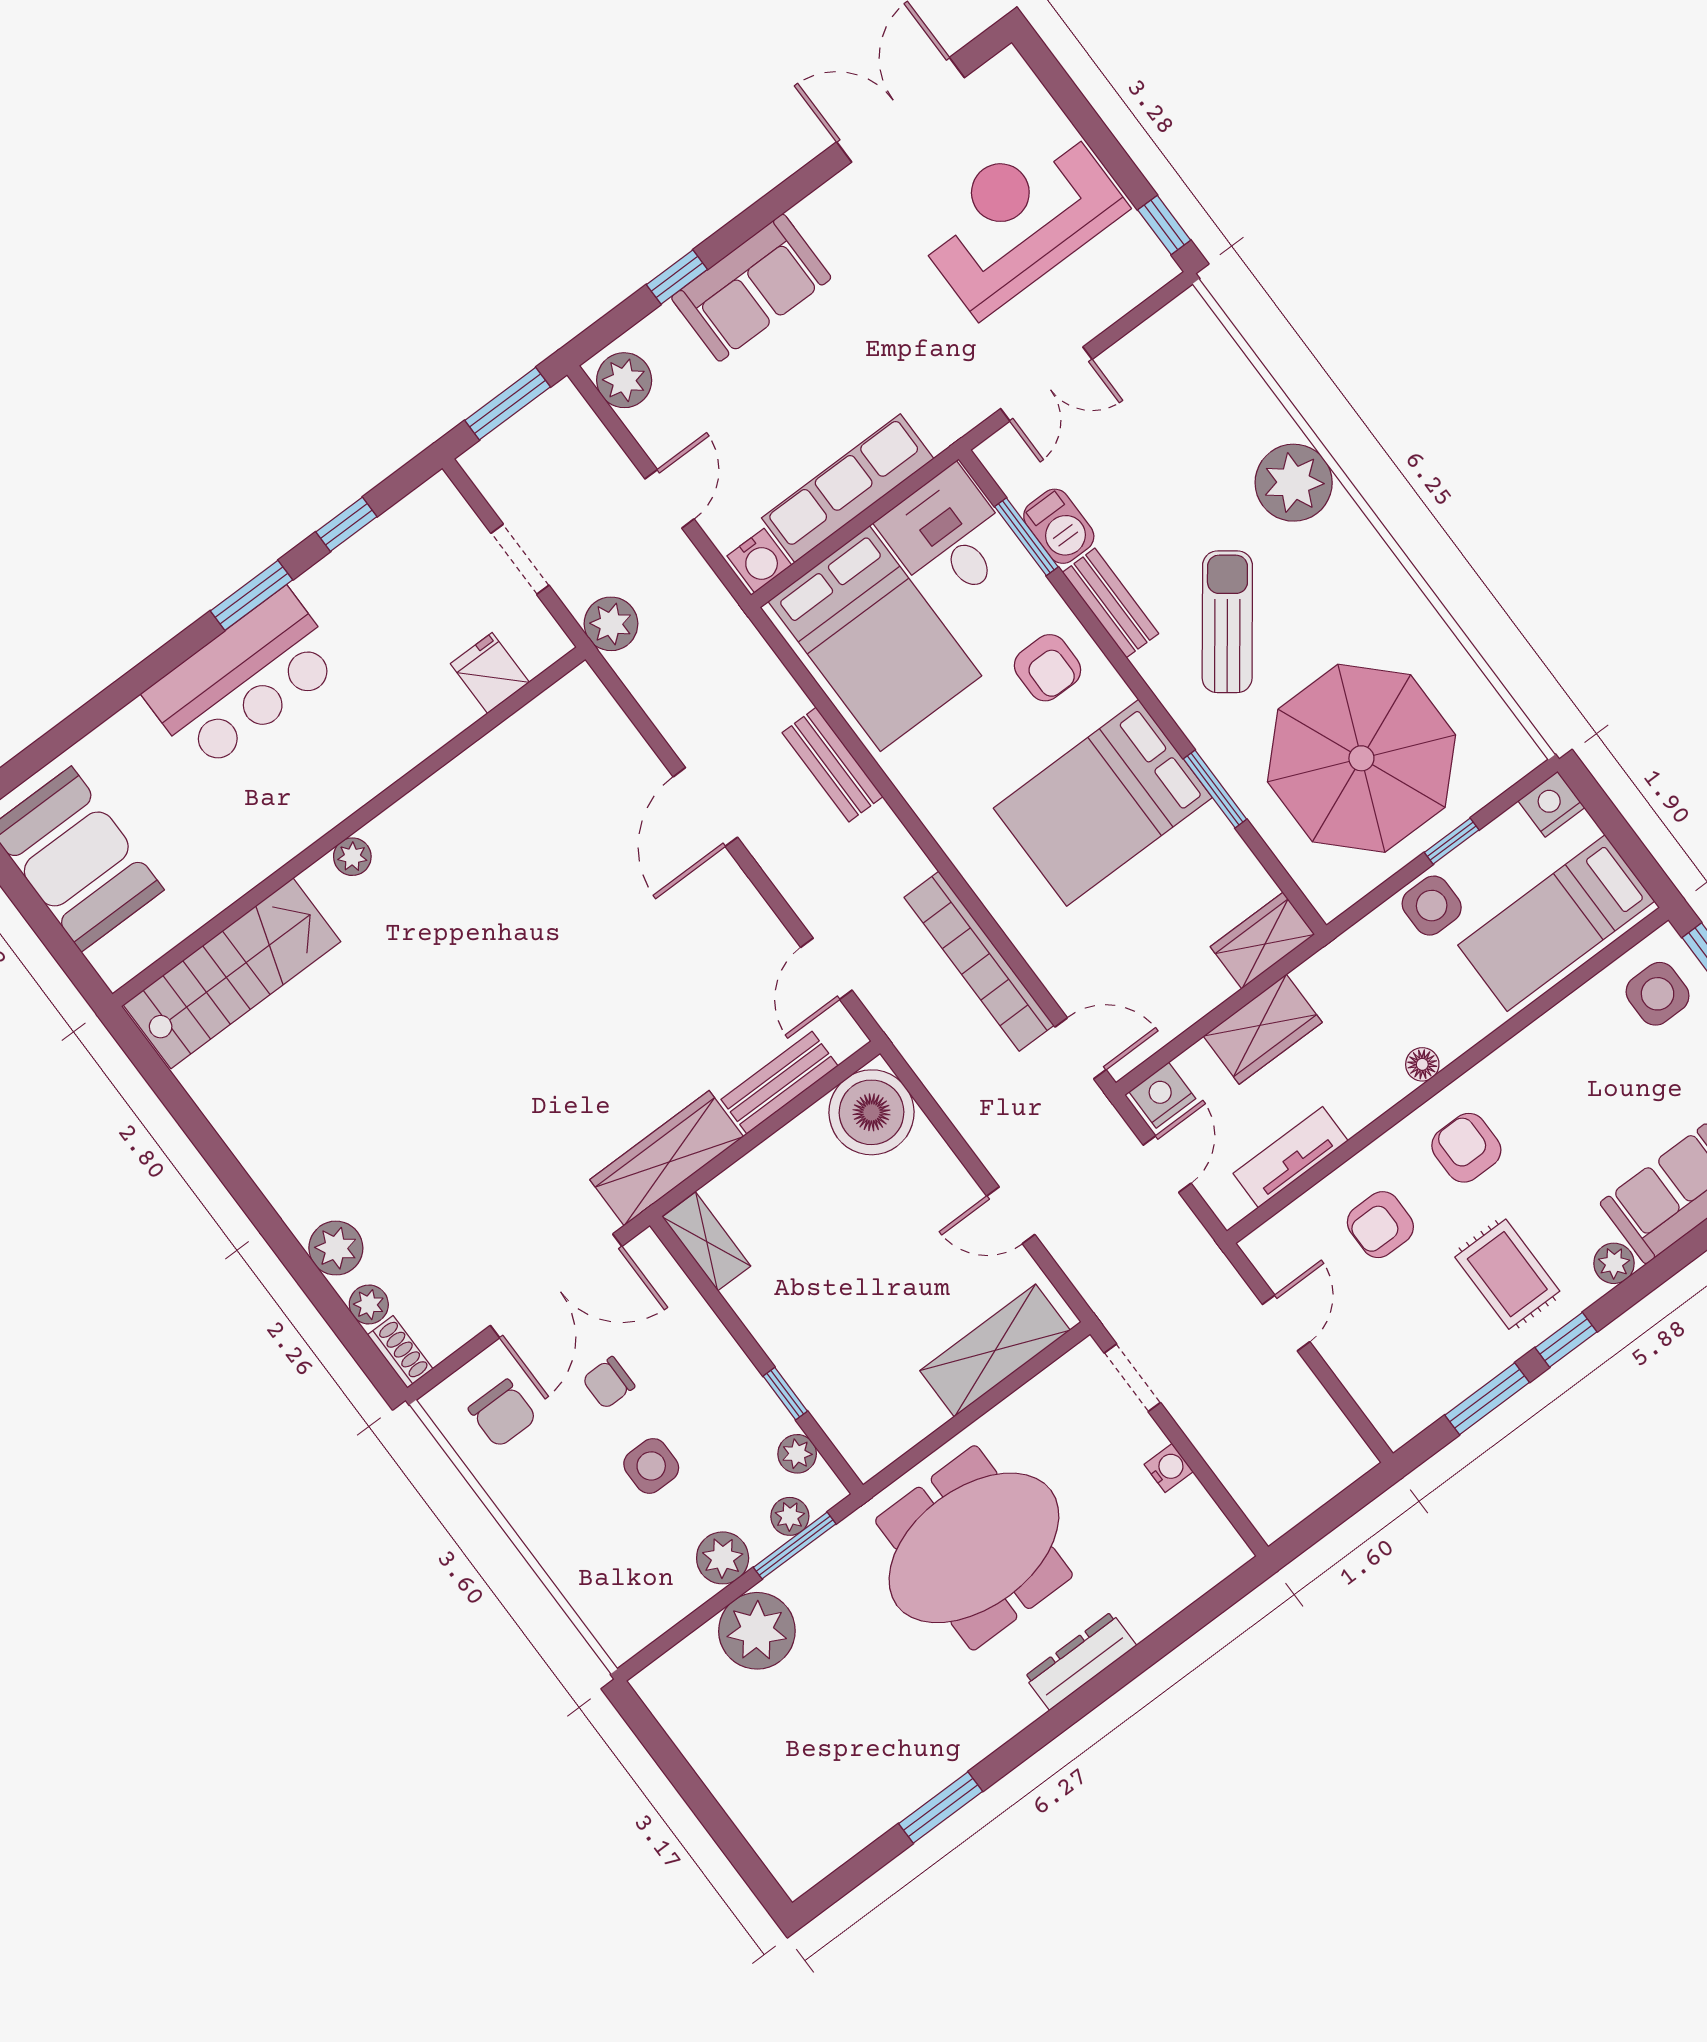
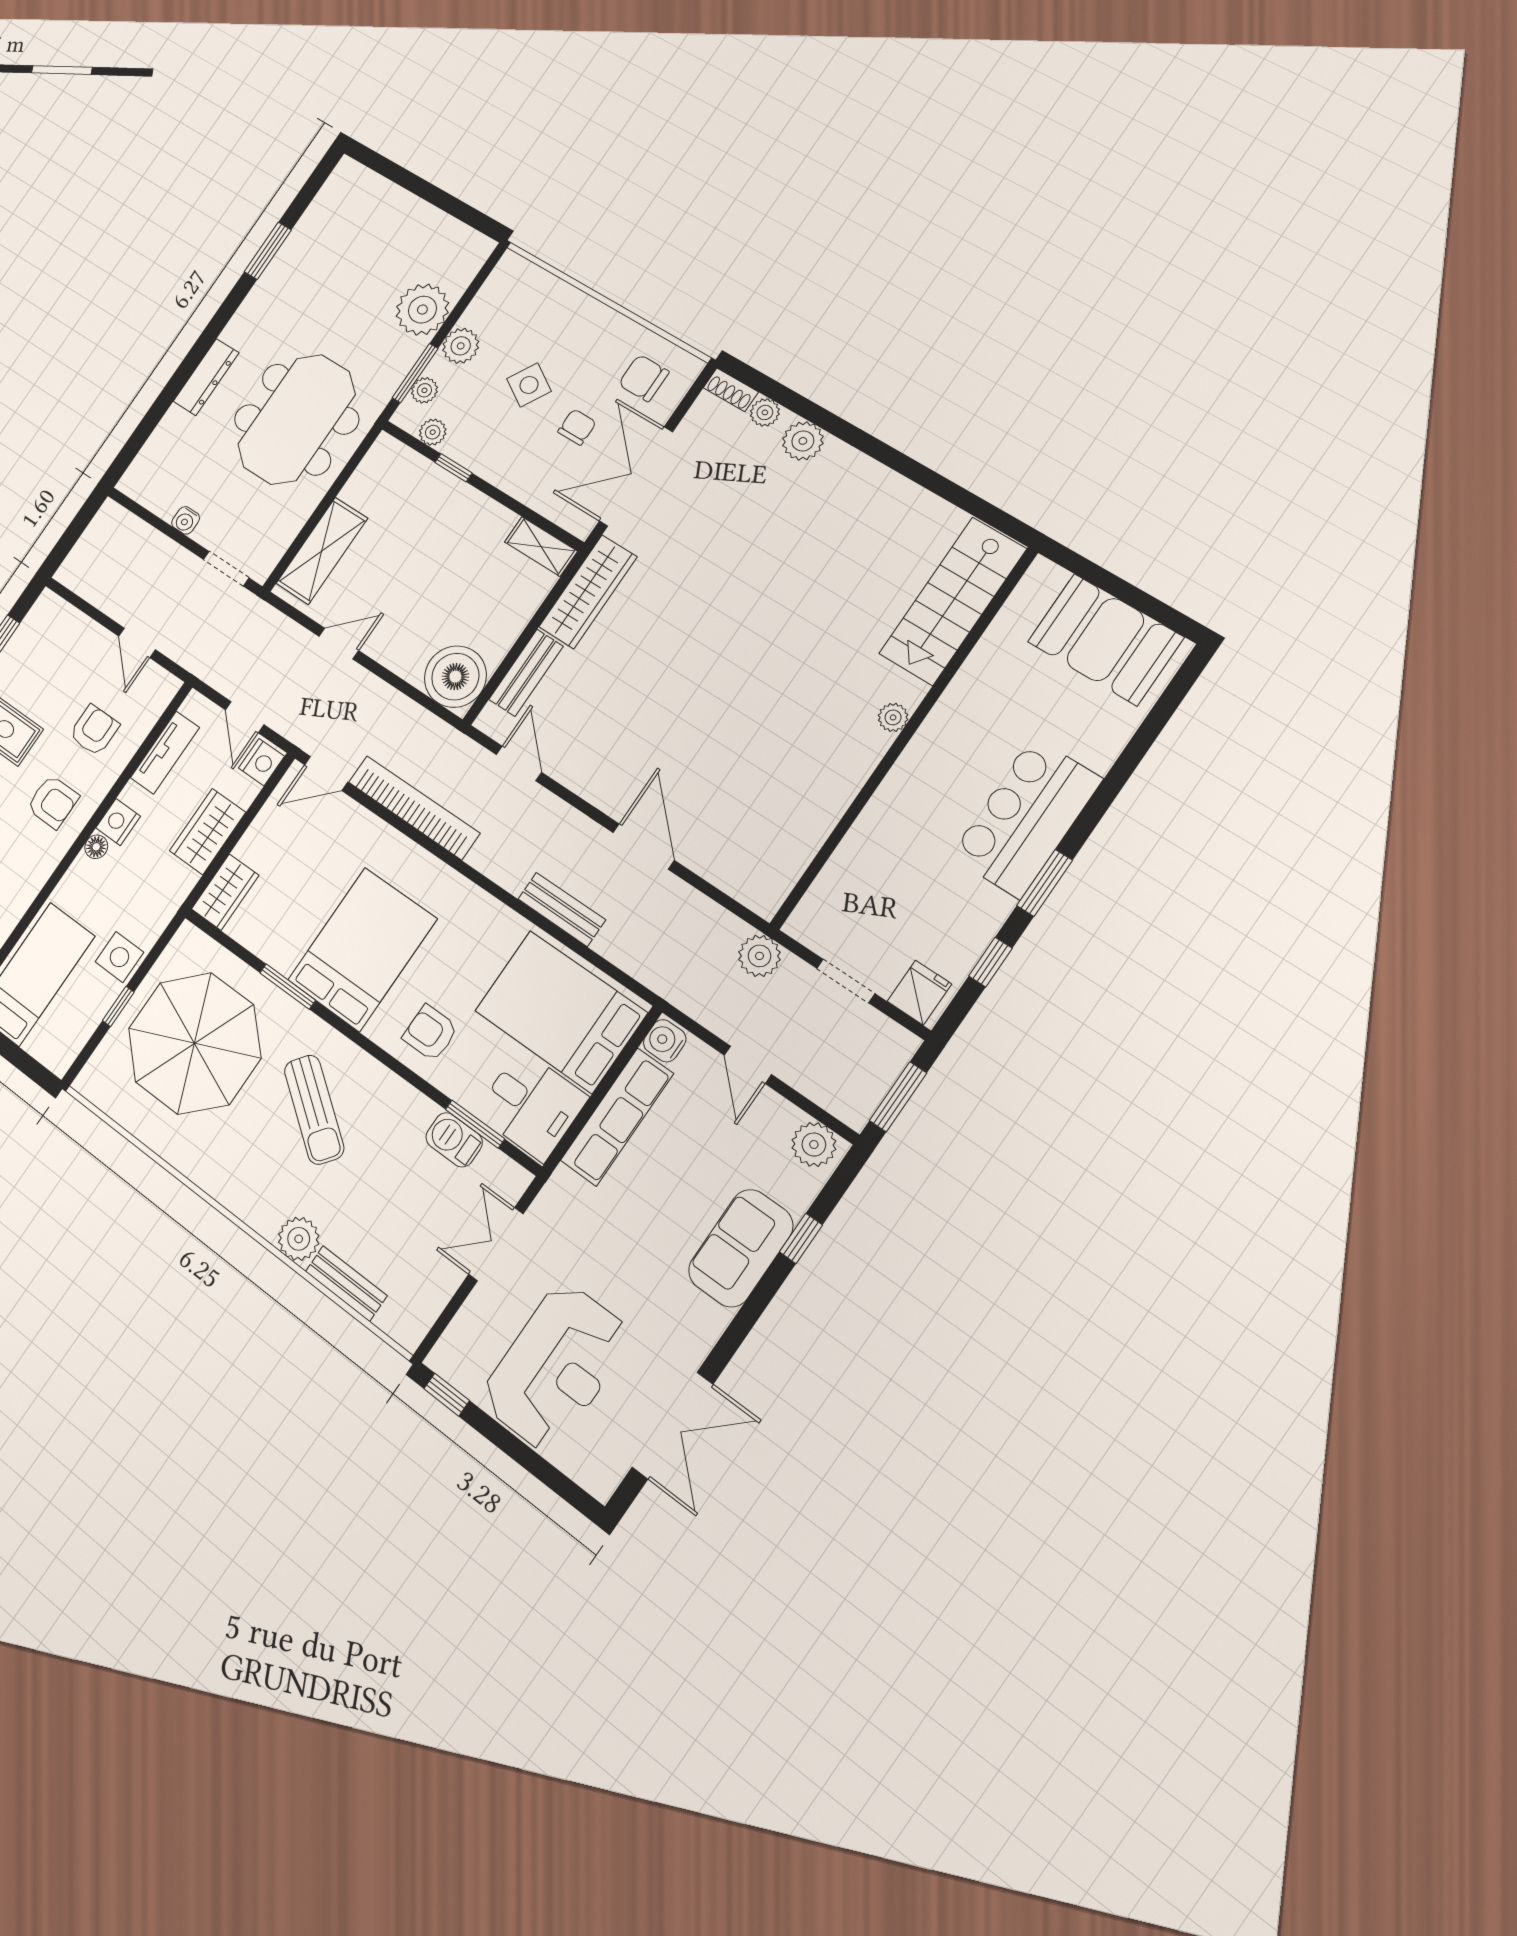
plant: (1294, 483) -> (299, 1239), width x0.73, depth x0.73
bench: (1111, 603) -> (346, 1284), moved
fridge: (490, 673) -> (919, 993), moved, turned -90
nightstand: (1551, 804) -> (118, 822), moved, turned 180
side table: (651, 1466) -> (529, 385), turned 31

